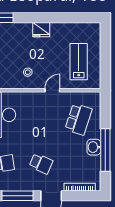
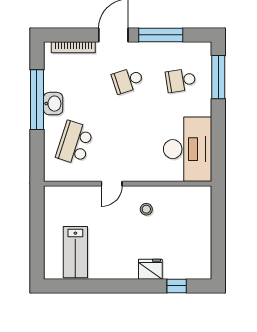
fridge: (41, 30) -> (150, 269), moved
lab bench: (79, 62) -> (75, 252), moved
school desk: (41, 164) -> (128, 80), turned -42

